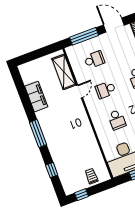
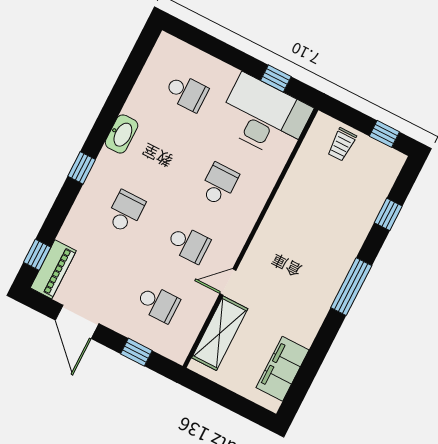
window: (84, 36) -> (136, 352), width x0.46
school desk: (94, 60) -> (158, 304), turned 180
filing cabinet: (36, 97) -> (283, 369), moved

